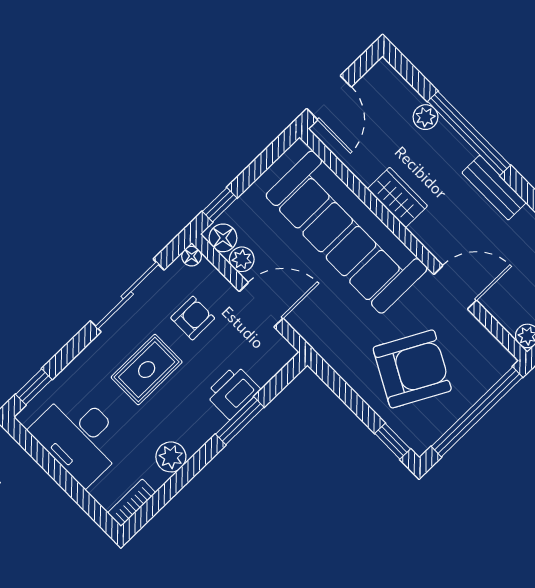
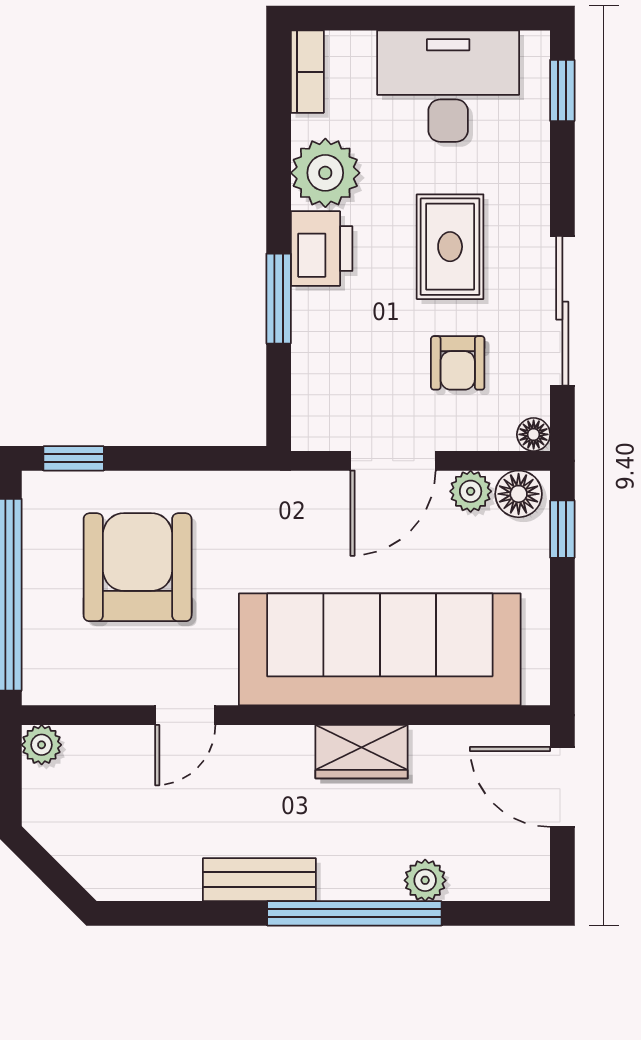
door: (455, 287) -> (185, 715), width x0.73
armchair: (412, 369) -> (138, 567), turned 152
printer: (233, 392) -> (322, 249), moved
plant: (171, 457) -> (325, 173), width x1.36, depth x1.36

